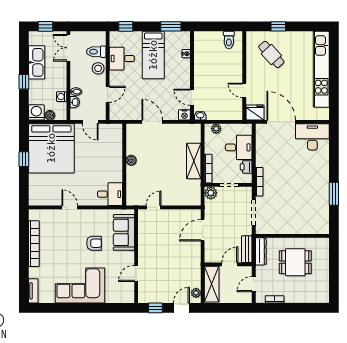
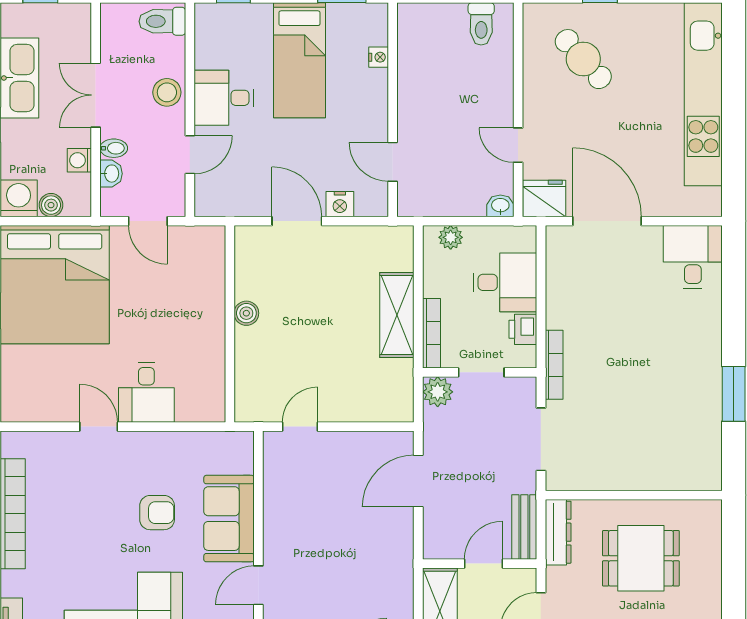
double door: (68, 48) -> (96, 95), moved
toilet: (96, 52) -> (162, 21), moved
desk: (122, 59) -> (224, 98), moved
nightstand: (184, 115) -> (340, 204), moved
washbasin: (200, 116) -> (500, 206), moved
desk: (312, 137) -> (693, 257), width x0.73
desk: (110, 194) -> (146, 392), moved, turned 90
sofa: (124, 232) -> (229, 519), moved

